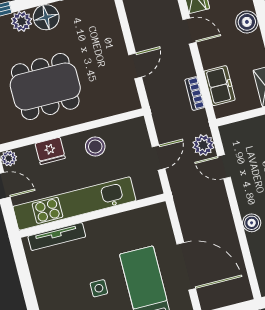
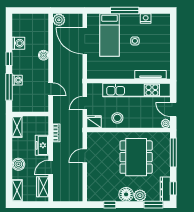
door: (189, 31) -> (51, 167), hinge flipped
freezer: (219, 86) -> (42, 145), moved
dining table: (45, 87) -> (136, 157), turned 90
plant: (203, 145) -> (59, 20), moved
fridge: (50, 151) -> (94, 122), moved

